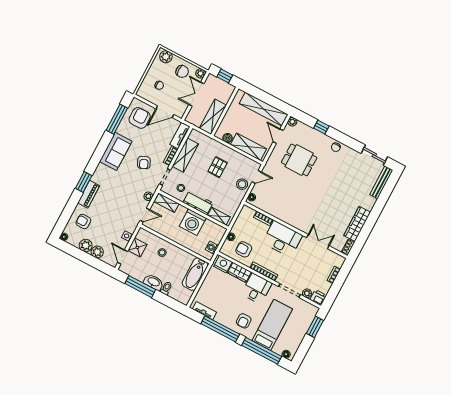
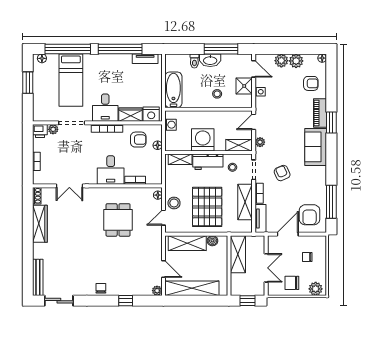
plant: (200, 73) -> (273, 290), removed
sofa: (116, 151) -> (316, 147), moved
dining table: (299, 160) -> (118, 220), moved, turned 90
pallet: (218, 167) -> (207, 207), width x2.05, depth x2.00
desk: (282, 239) -> (111, 170), width x0.73
armchair: (244, 321) -> (101, 69), removed
window: (315, 327) -> (28, 83), moved

